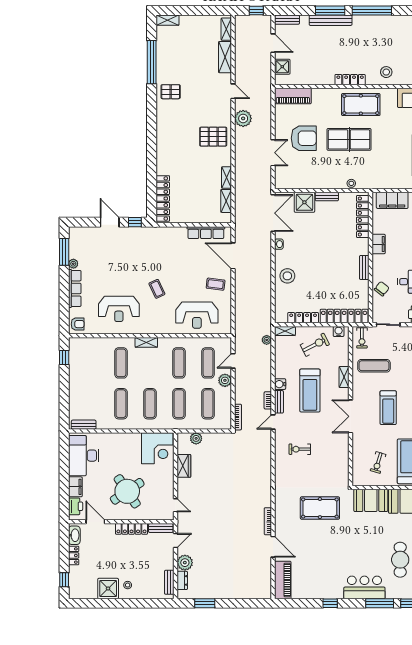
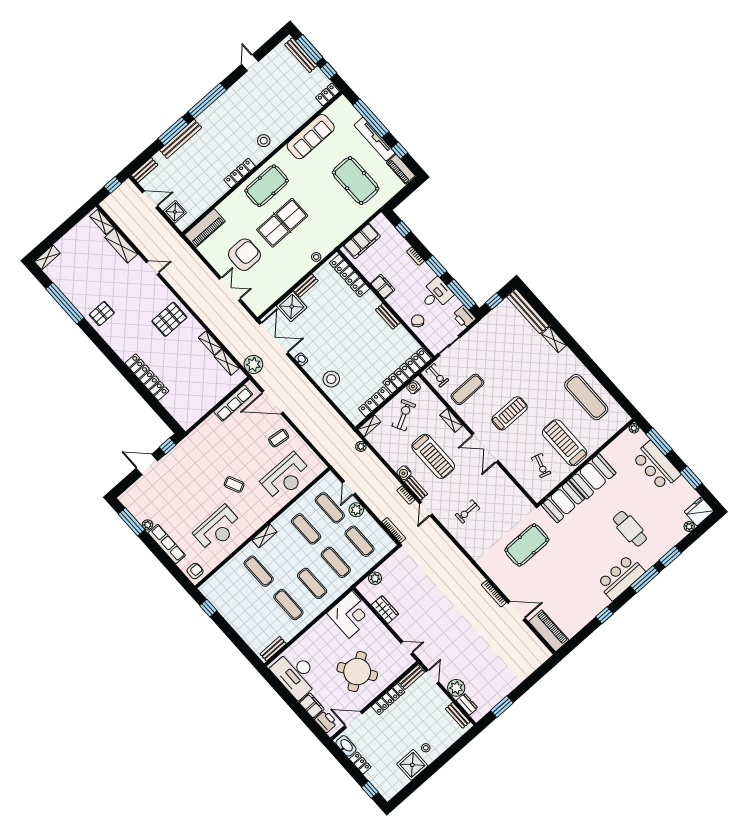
plant: (243, 118) -> (253, 364), moved
locker: (163, 198) -> (147, 377), moved
treadmill: (388, 408) -> (509, 413), turned -90

